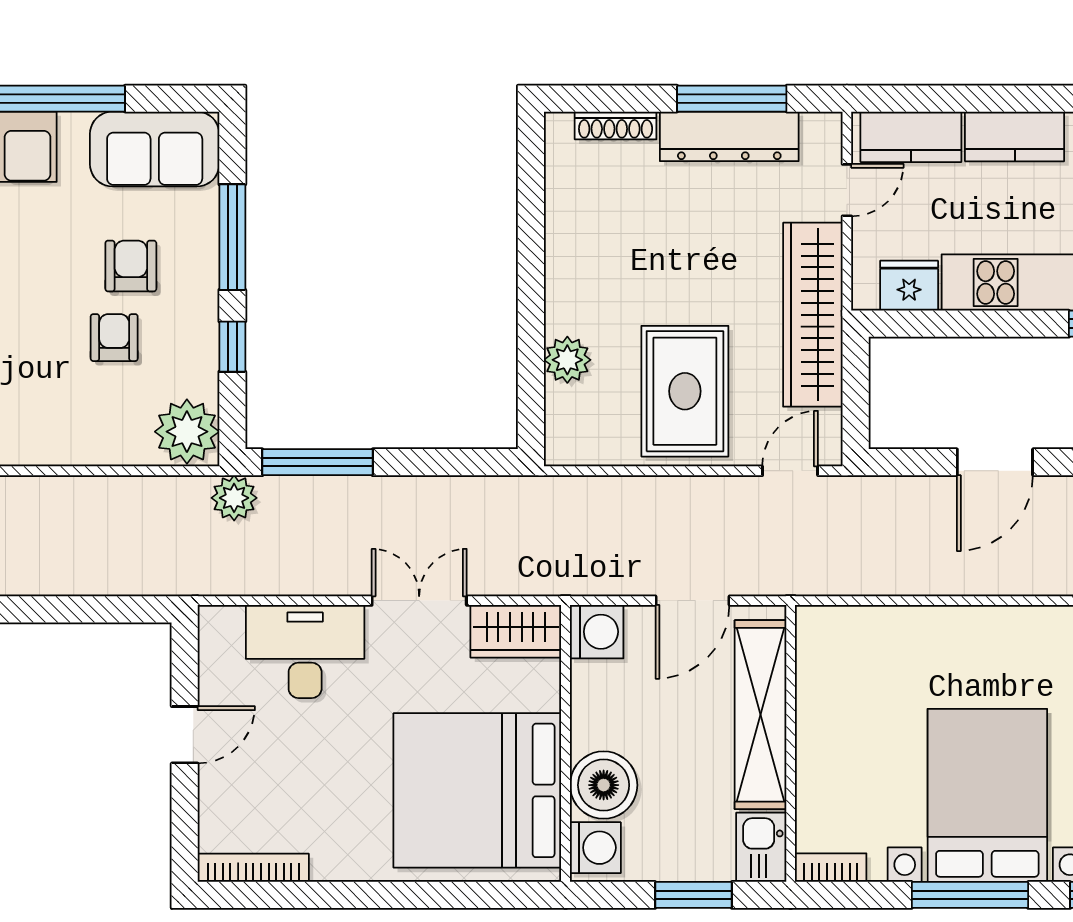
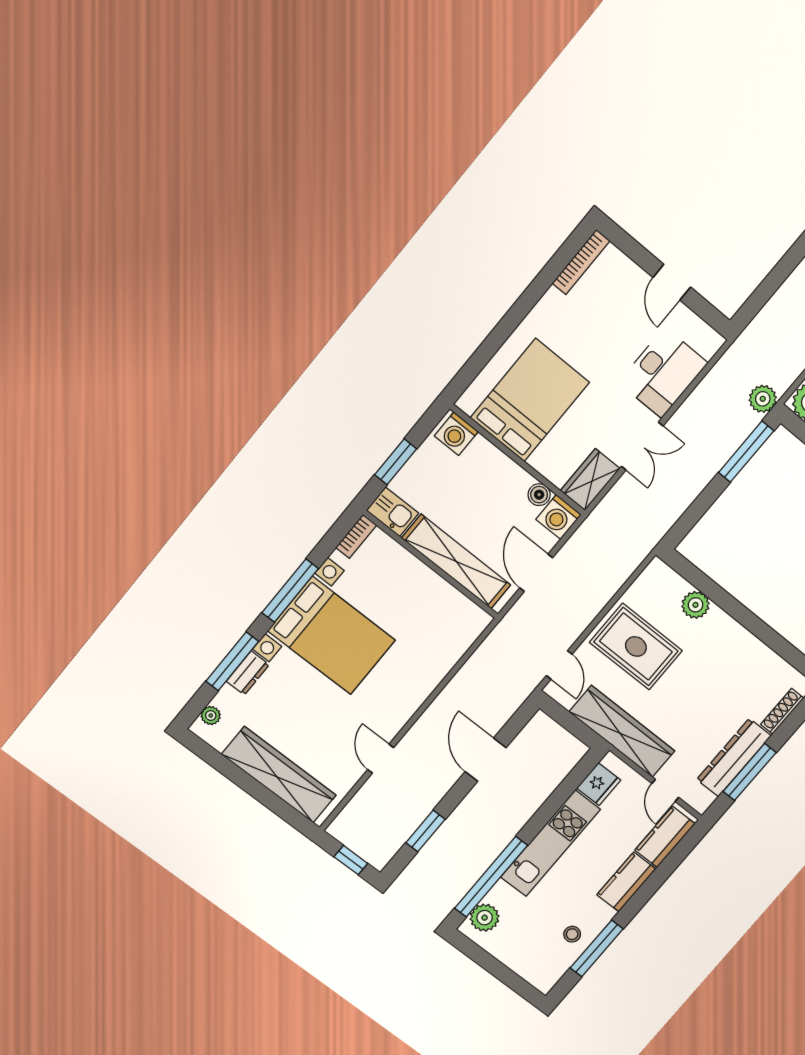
boiler: (604, 785) -> (539, 495), moved, width x0.54, depth x0.54
bed: (477, 790) -> (530, 400), width x0.73

